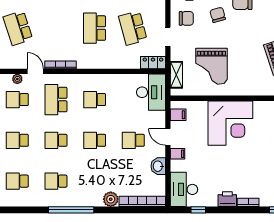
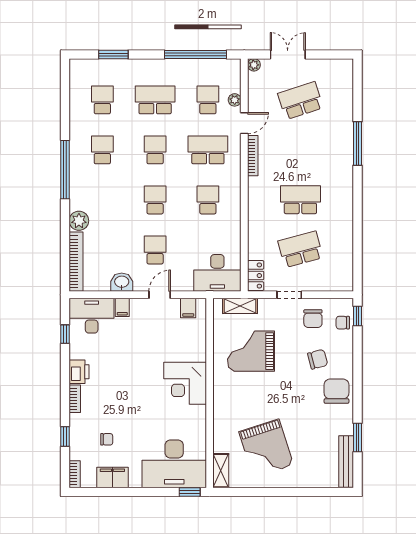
corner desk: (230, 123) -> (185, 383), width x0.74, depth x0.74
school desk: (17, 140) -> (155, 100), width x1.85
filing cabinet: (178, 154) -> (122, 307), moved

